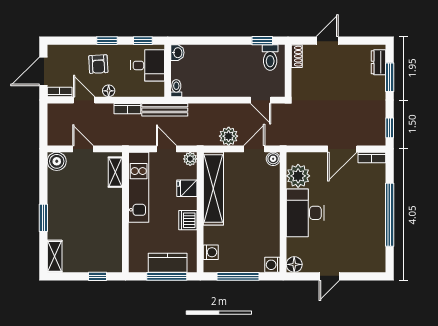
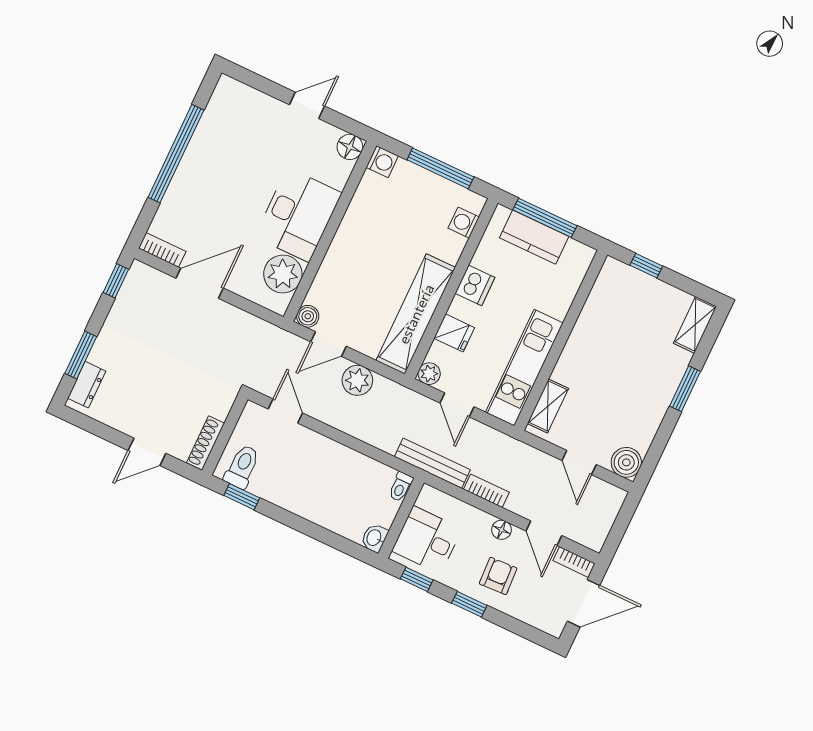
shoe rack: (297, 56) -> (205, 443), width x1.43

